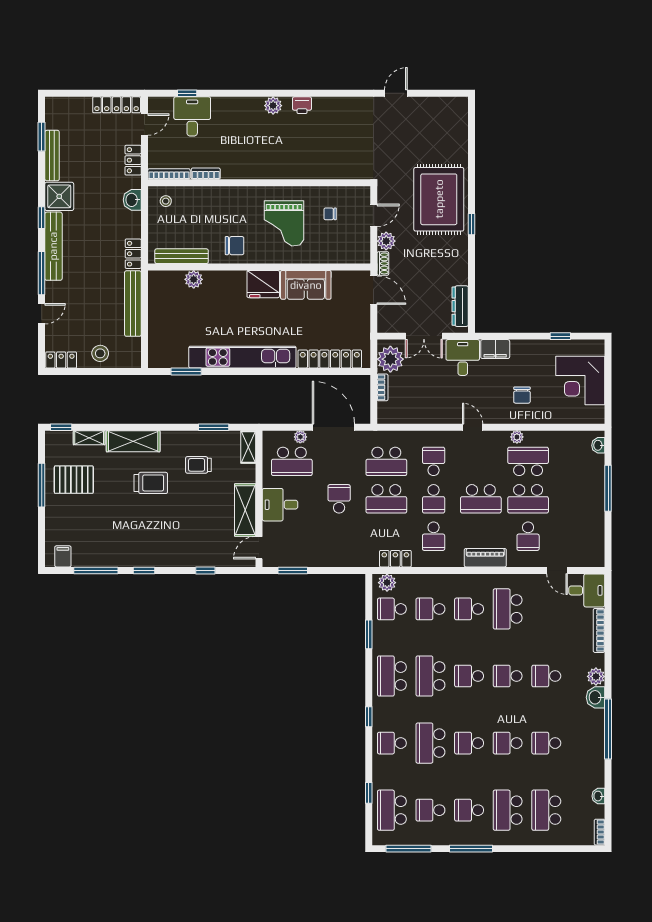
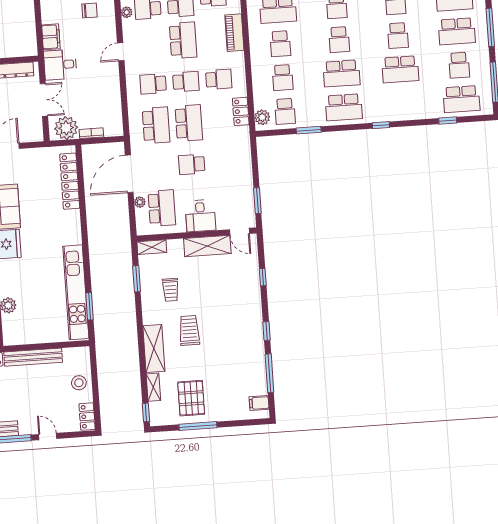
kitchen unit: (242, 357) -> (76, 292), moved
school desk: (392, 743) -> (403, 103), removed
school desk: (469, 810) -> (457, 31), width x1.85

